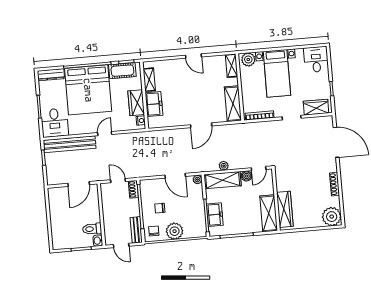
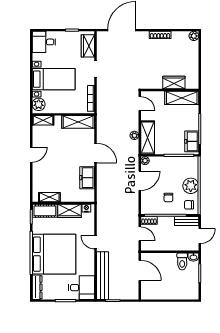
cot: (122, 71) -> (45, 211), moved, turned 90
freezer: (154, 104) -> (87, 178), moved, turned -90
boiler: (247, 176) -> (146, 115), removed
door: (118, 181) -> (140, 234), swing flipped
wardrobe: (285, 209) -> (174, 83), width x0.67
freezer: (215, 215) -> (192, 141), moved, turned -90
plant: (332, 217) -> (194, 36), width x0.53, depth x0.53

